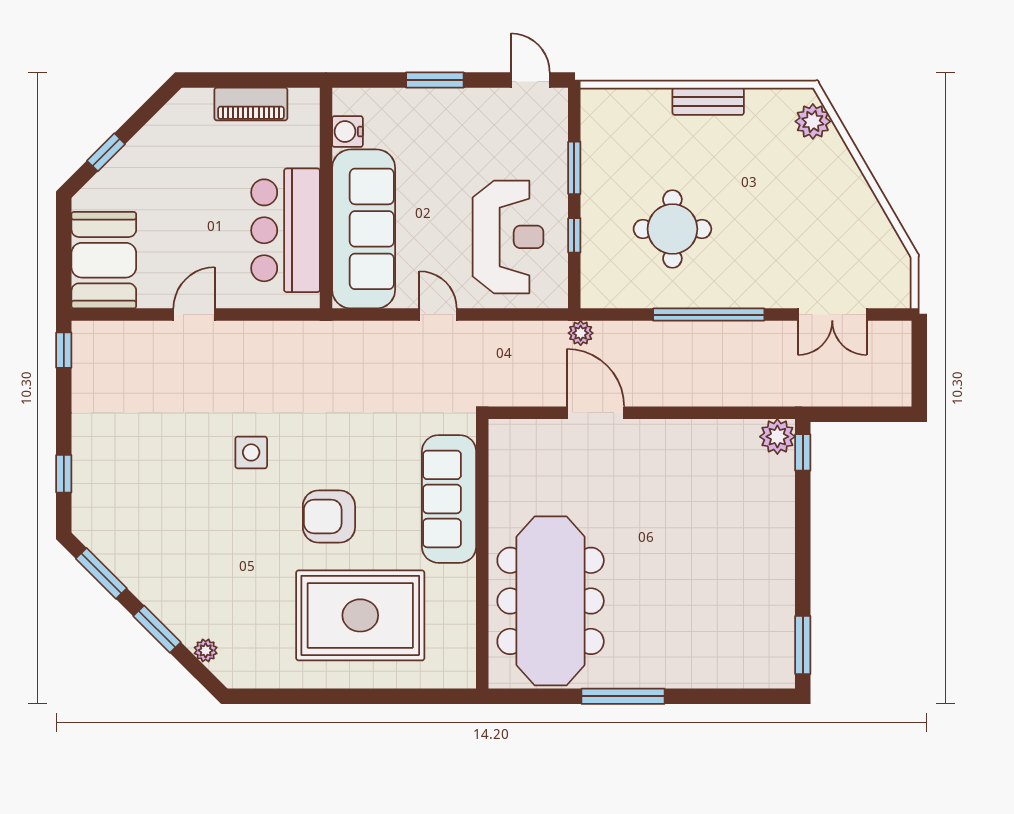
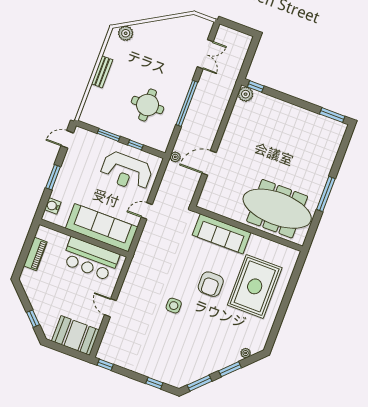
water cooler: (347, 132) -> (53, 206), moved, turned 90
reception desk: (508, 237) -> (126, 171), turned 180

